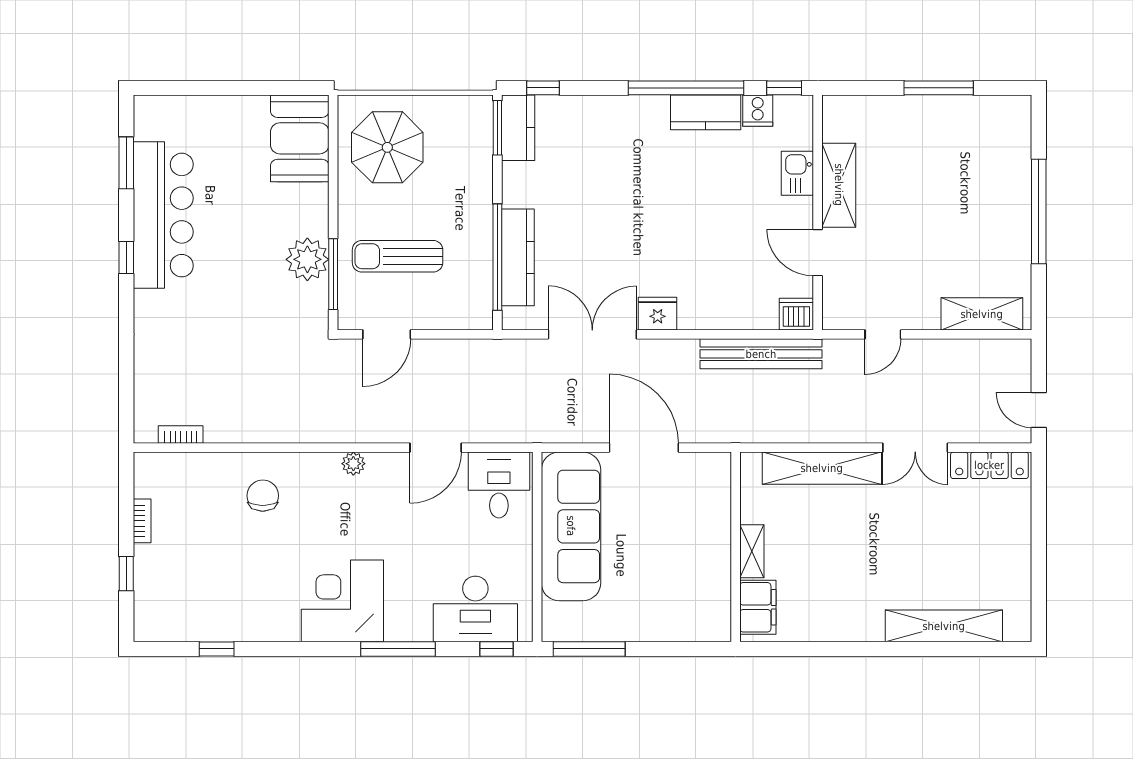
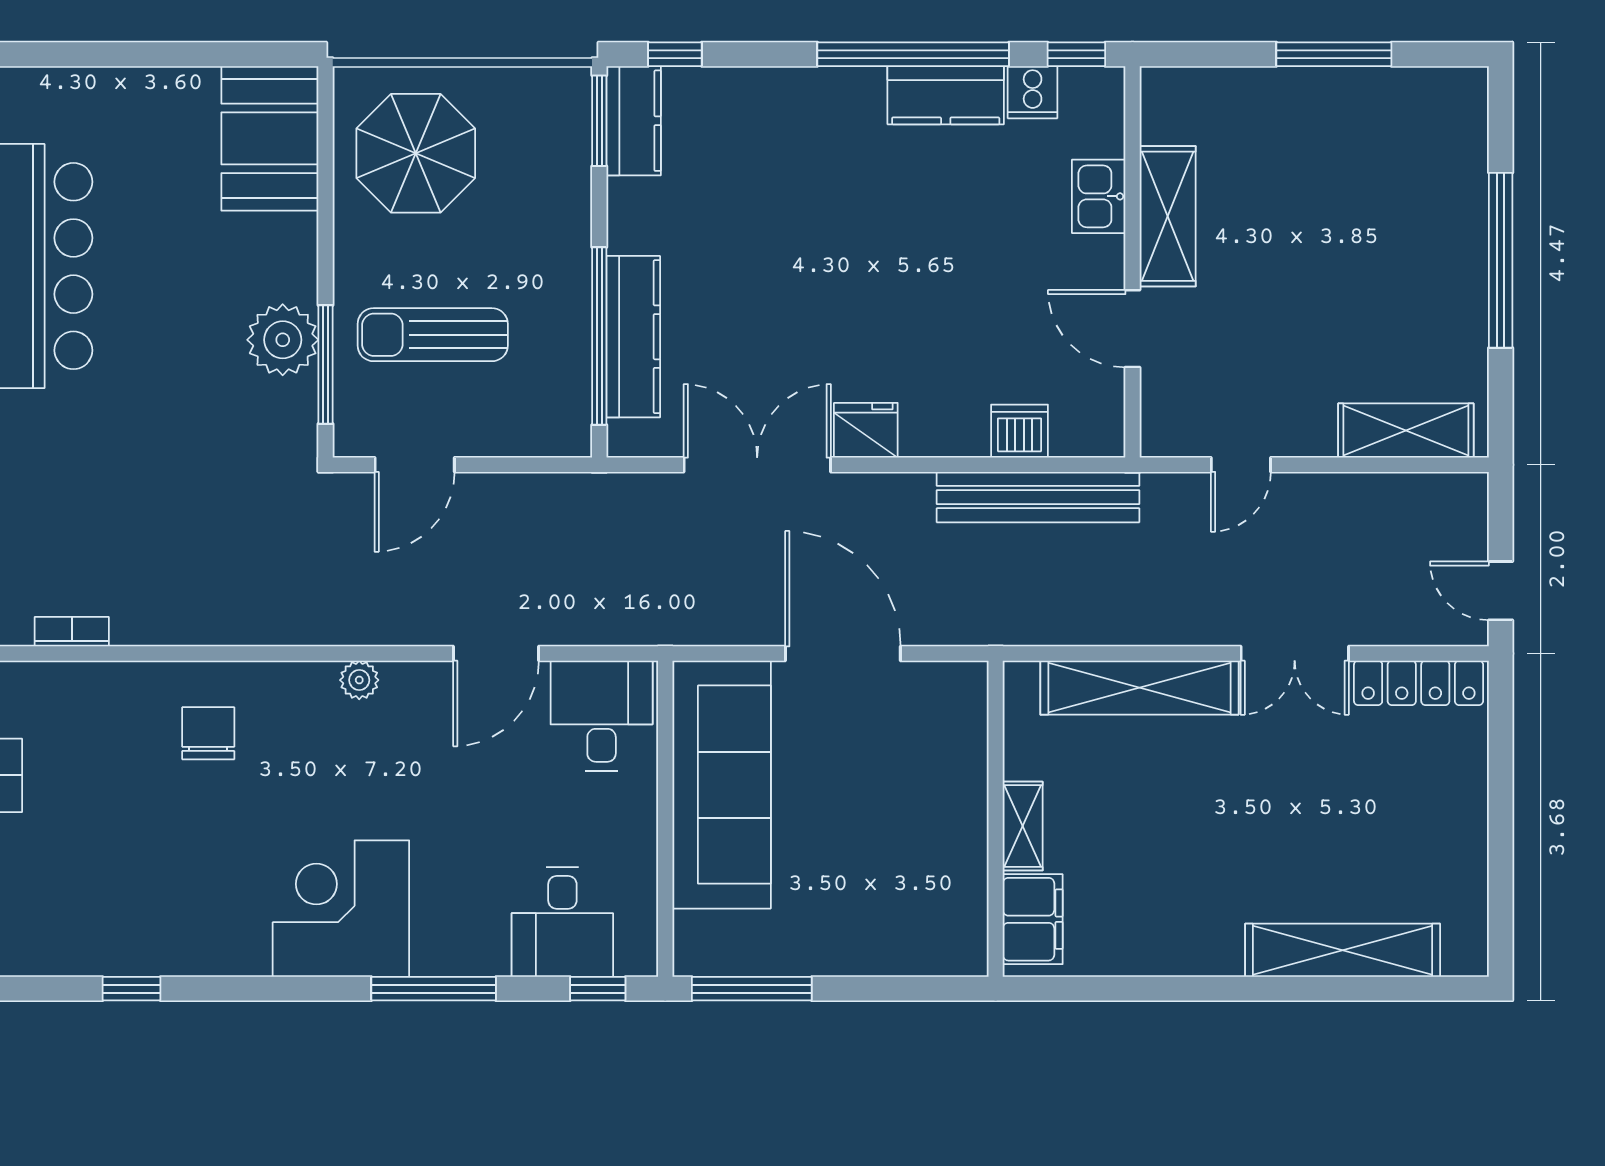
dishwasher: (796, 314) -> (1020, 431), moved
desk: (475, 609) -> (562, 922), width x0.73

